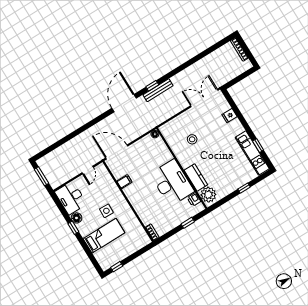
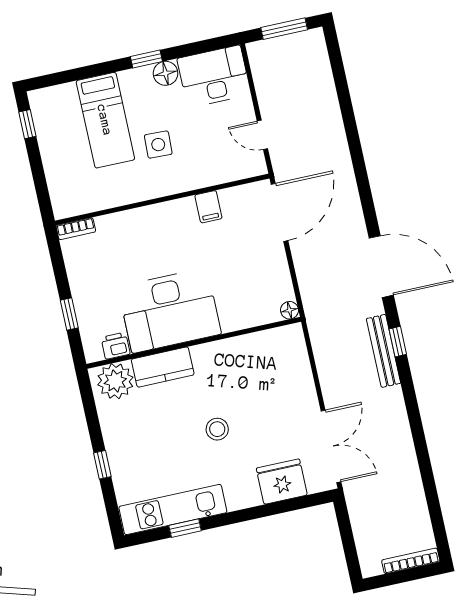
fridge: (229, 116) -> (282, 482), width x1.88, depth x1.34
stool: (192, 139) -> (217, 429), moved

